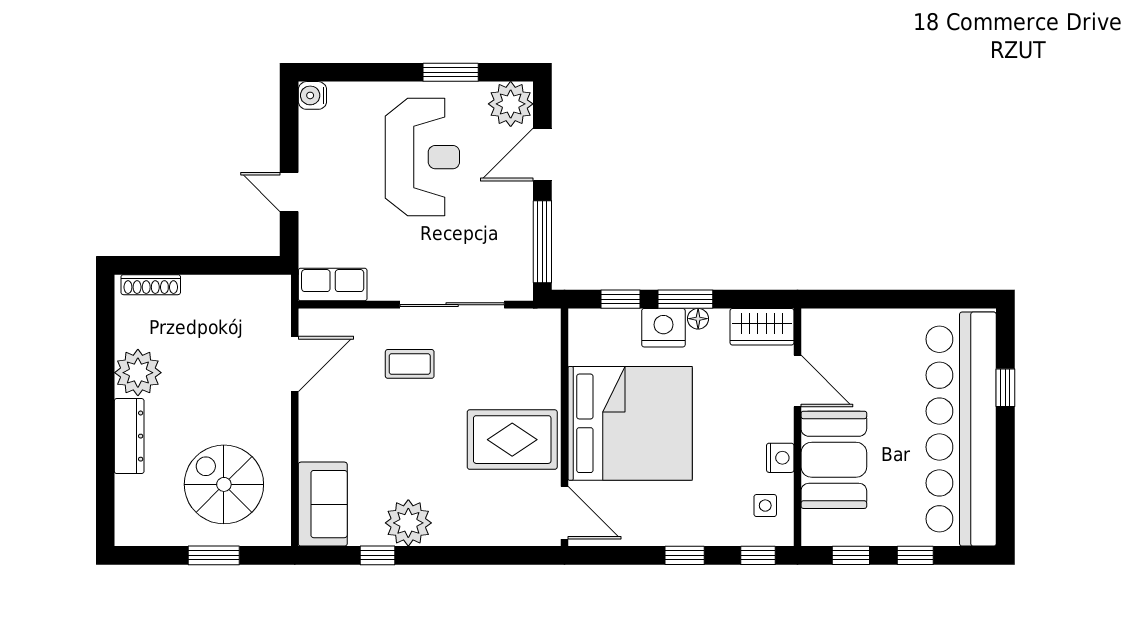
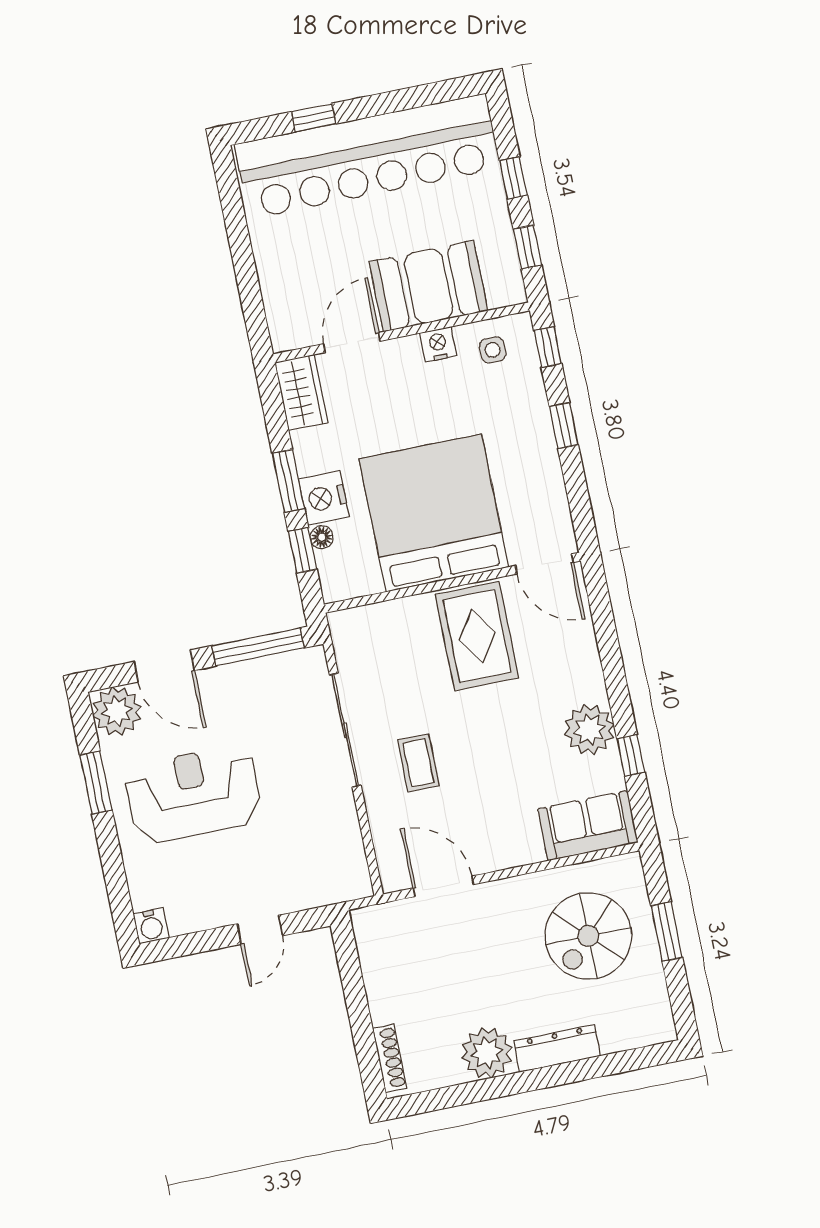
row of seats: (333, 285) -> (350, 863), removed
floor lamp: (698, 319) -> (322, 537), moved
door: (564, 513) -> (544, 564), swing flipped

